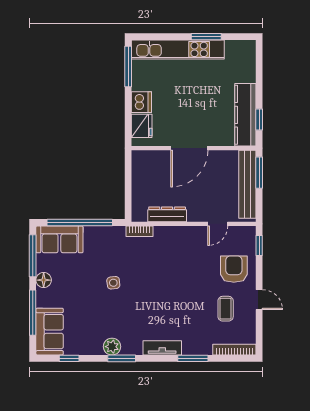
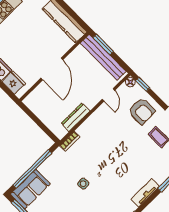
window: (259, 120) -> (75, 16), removed
floor lamp: (250, 232) -> (130, 82), added
armchair: (234, 269) -> (142, 111), turned 180

